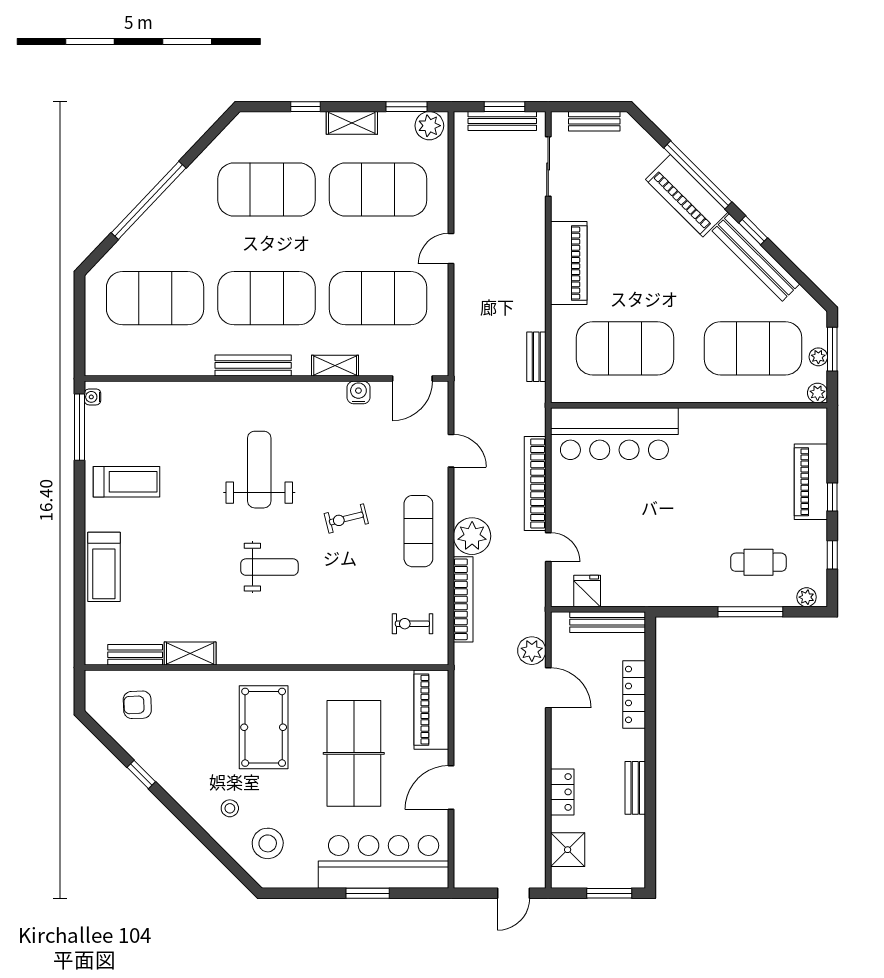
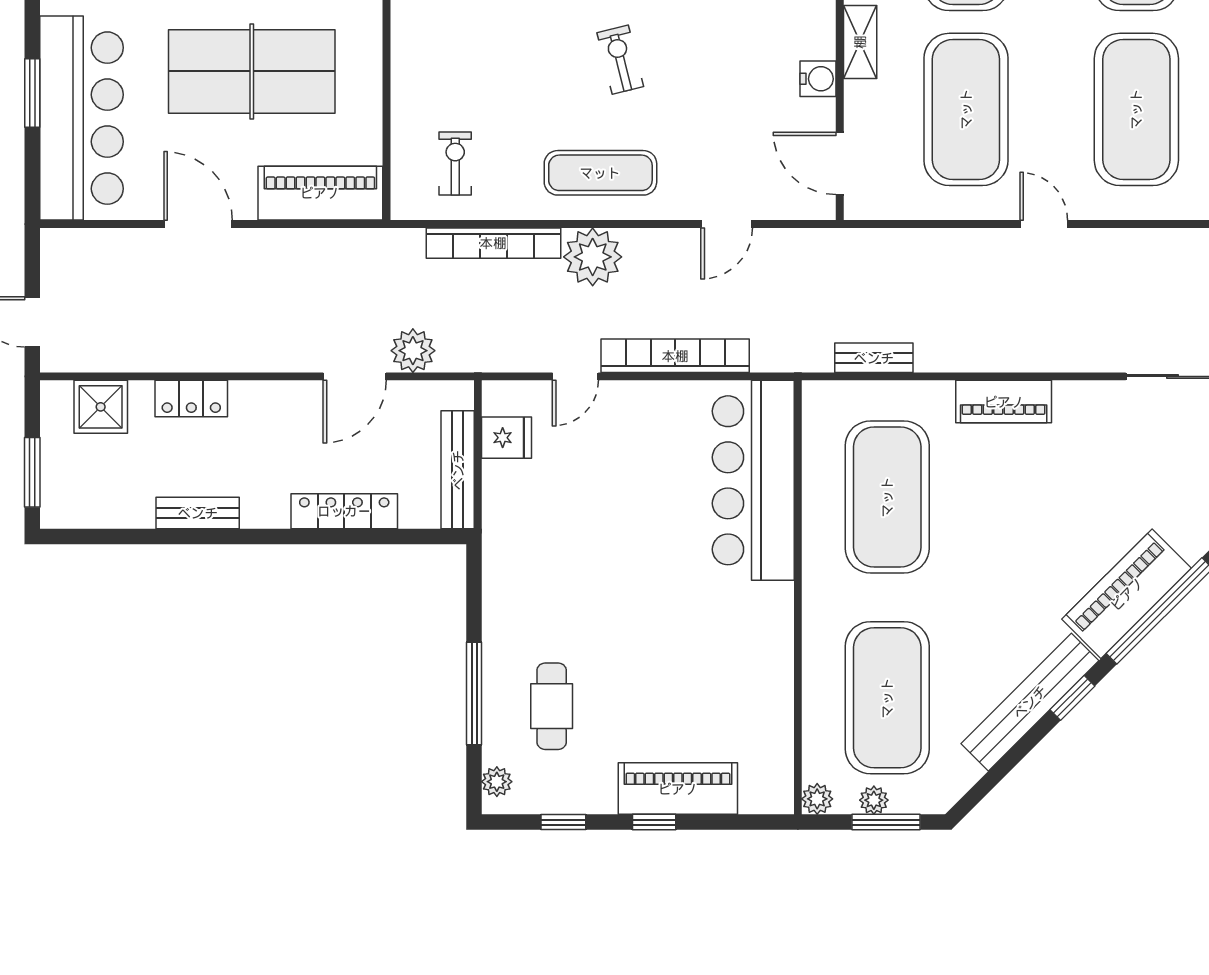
piano: (569, 263) -> (1004, 402), width x0.73, depth x0.75

